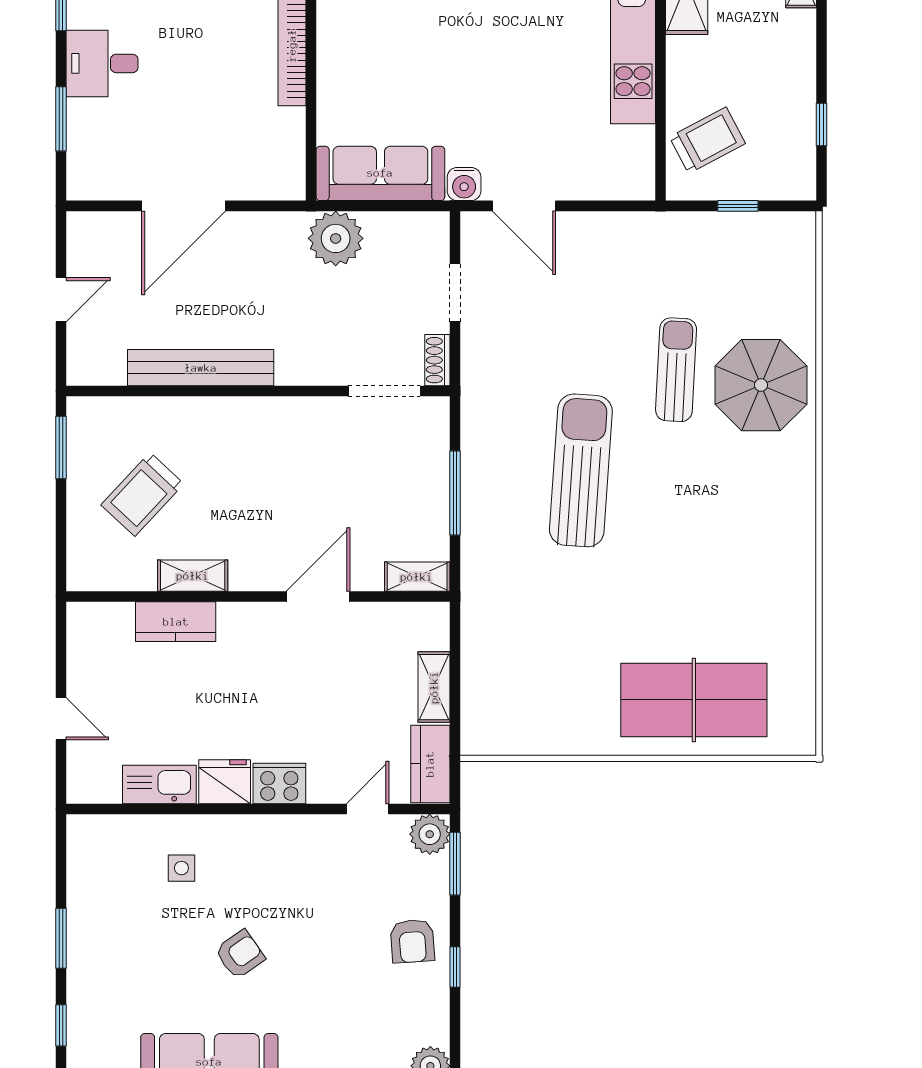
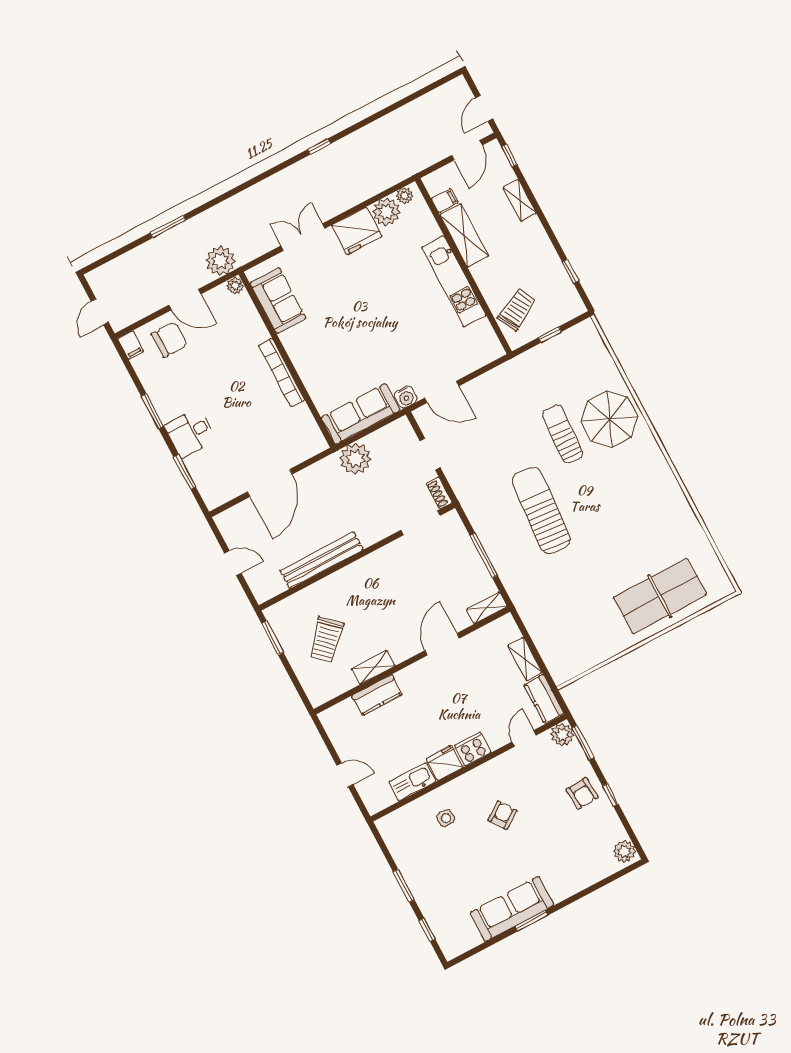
door: (61, 300) -> (233, 563), hinge flipped
armchair: (240, 954) -> (502, 815), moved

